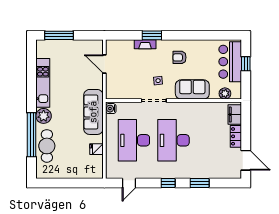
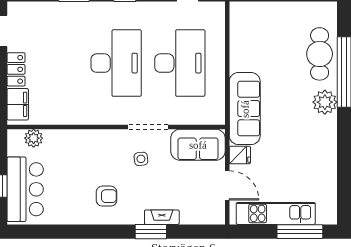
kitchen unit: (43, 83) -> (276, 213), moved, turned 90
sofa: (192, 89) -> (198, 145), moved
water cooler: (111, 109) -> (217, 114), removed
fridge: (96, 149) -> (240, 155), moved

